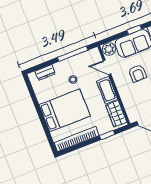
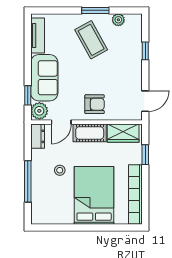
window: (134, 30) -> (28, 95), moved
window: (73, 54) -> (28, 181), moved
dresser: (45, 72) -> (38, 136), moved
armchair: (137, 73) -> (95, 104), moved

